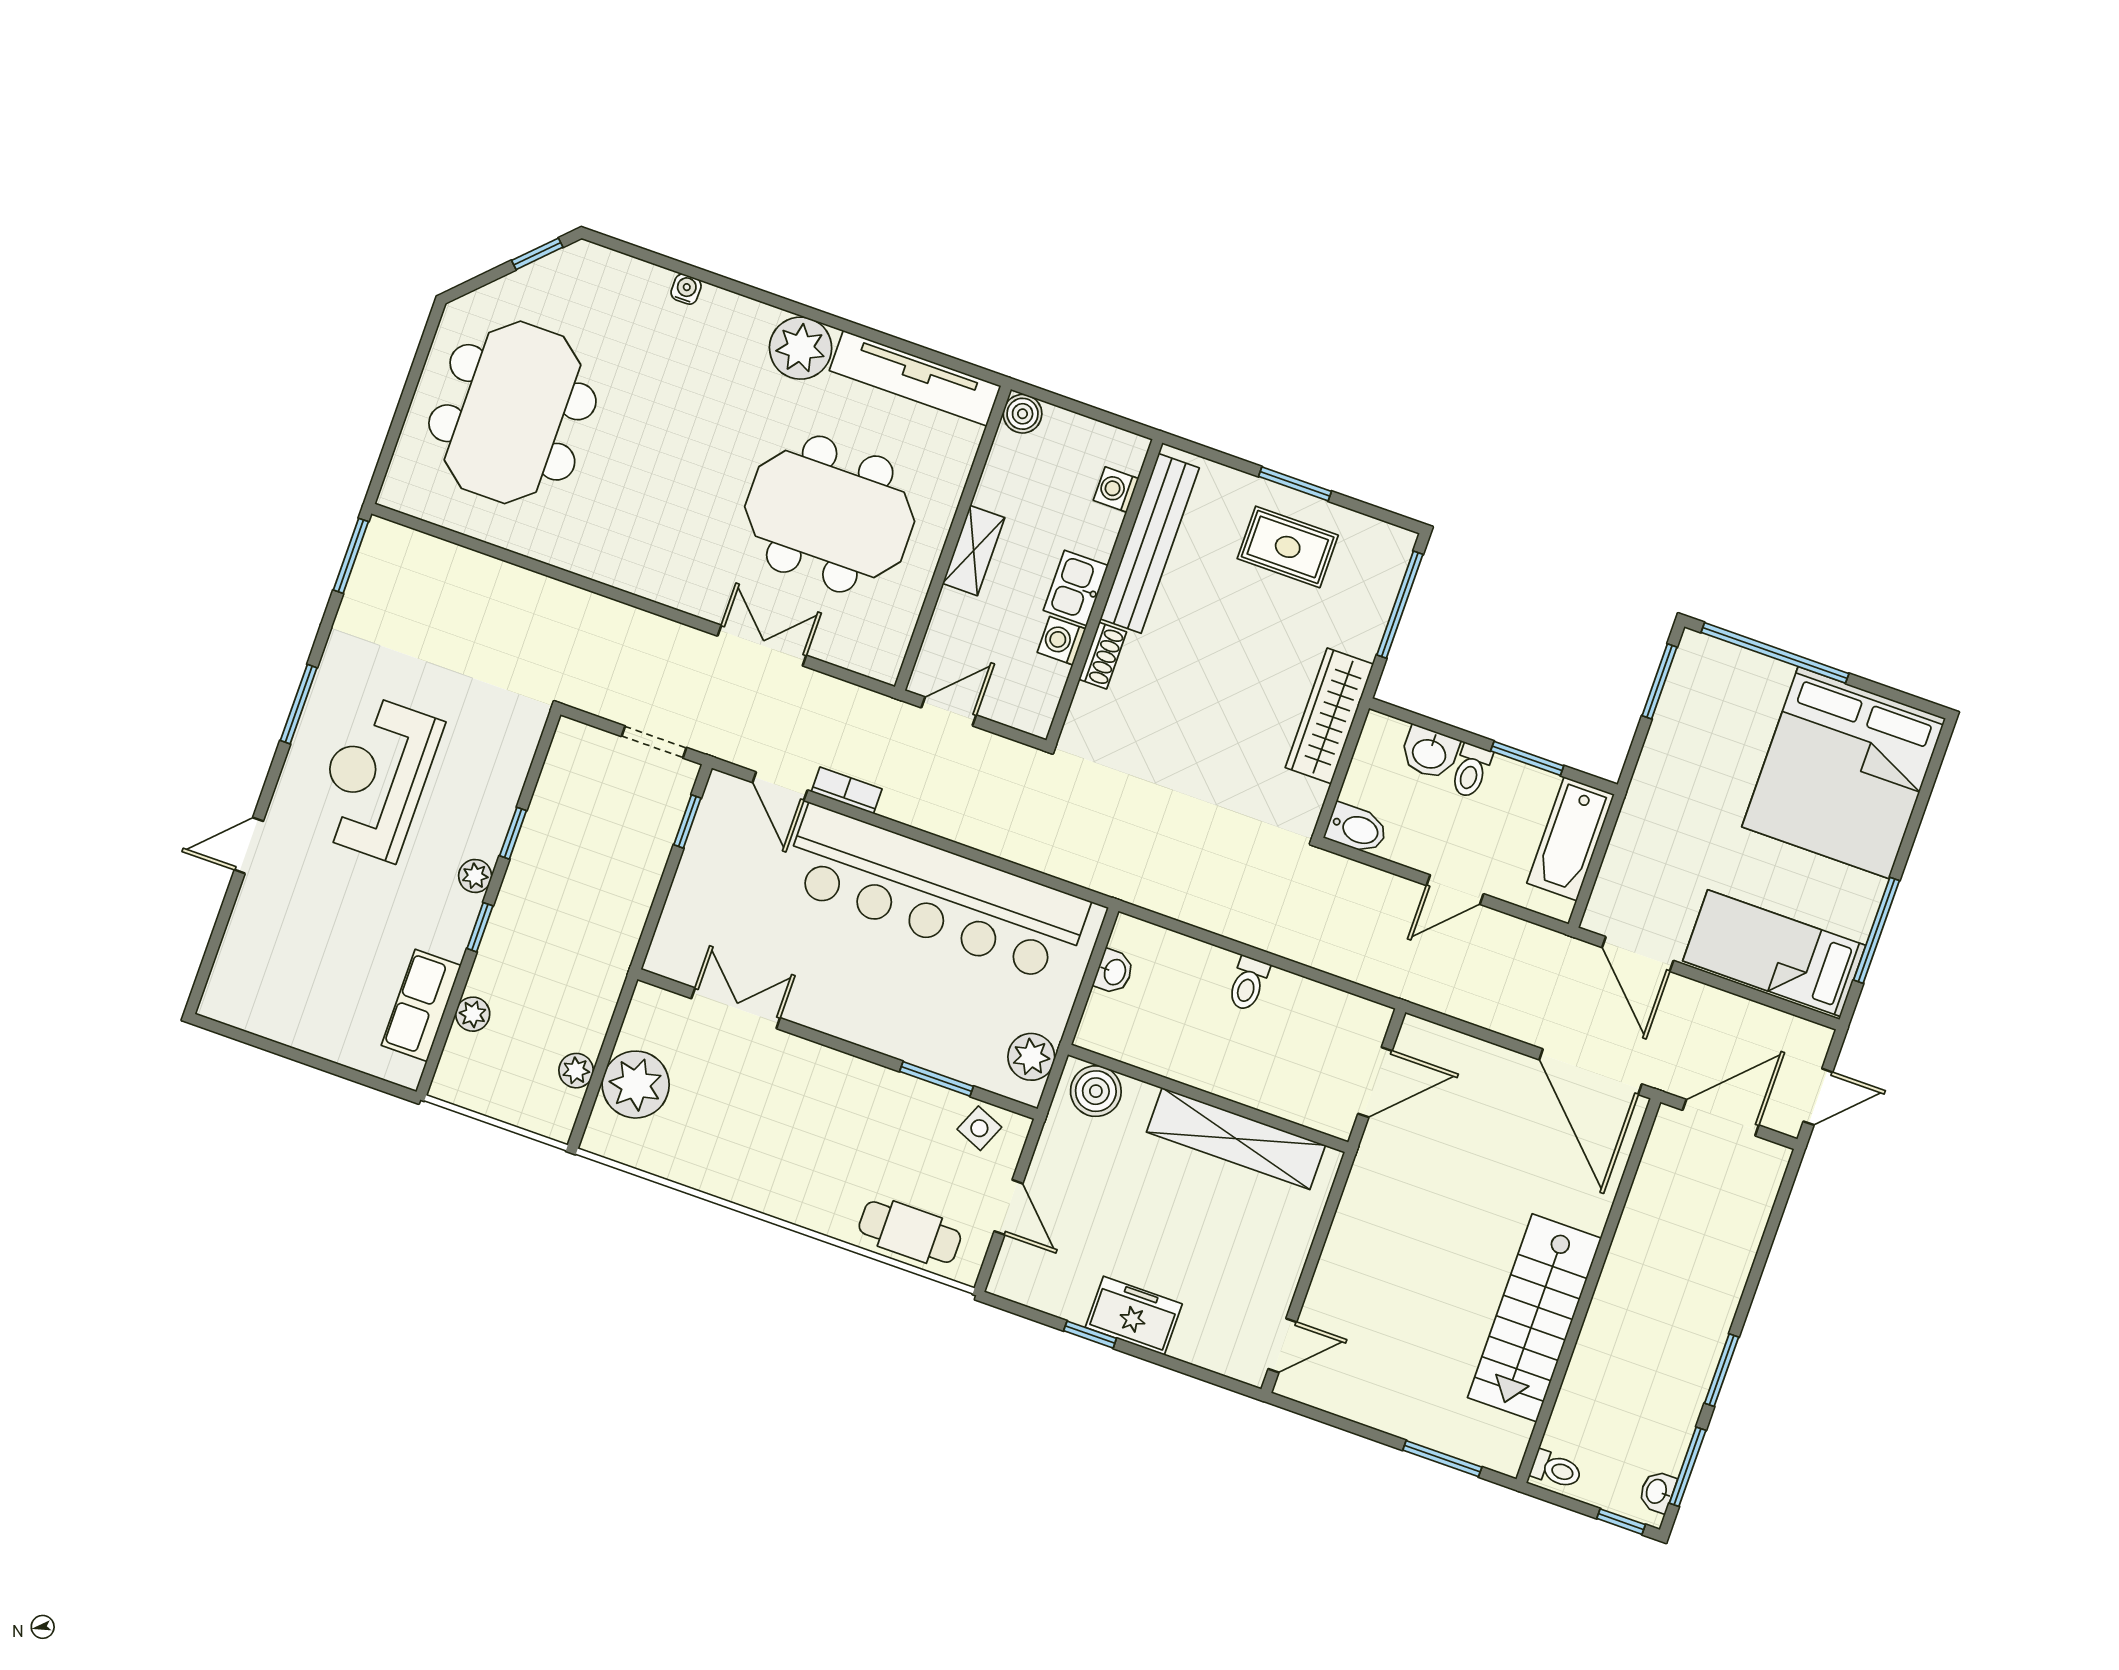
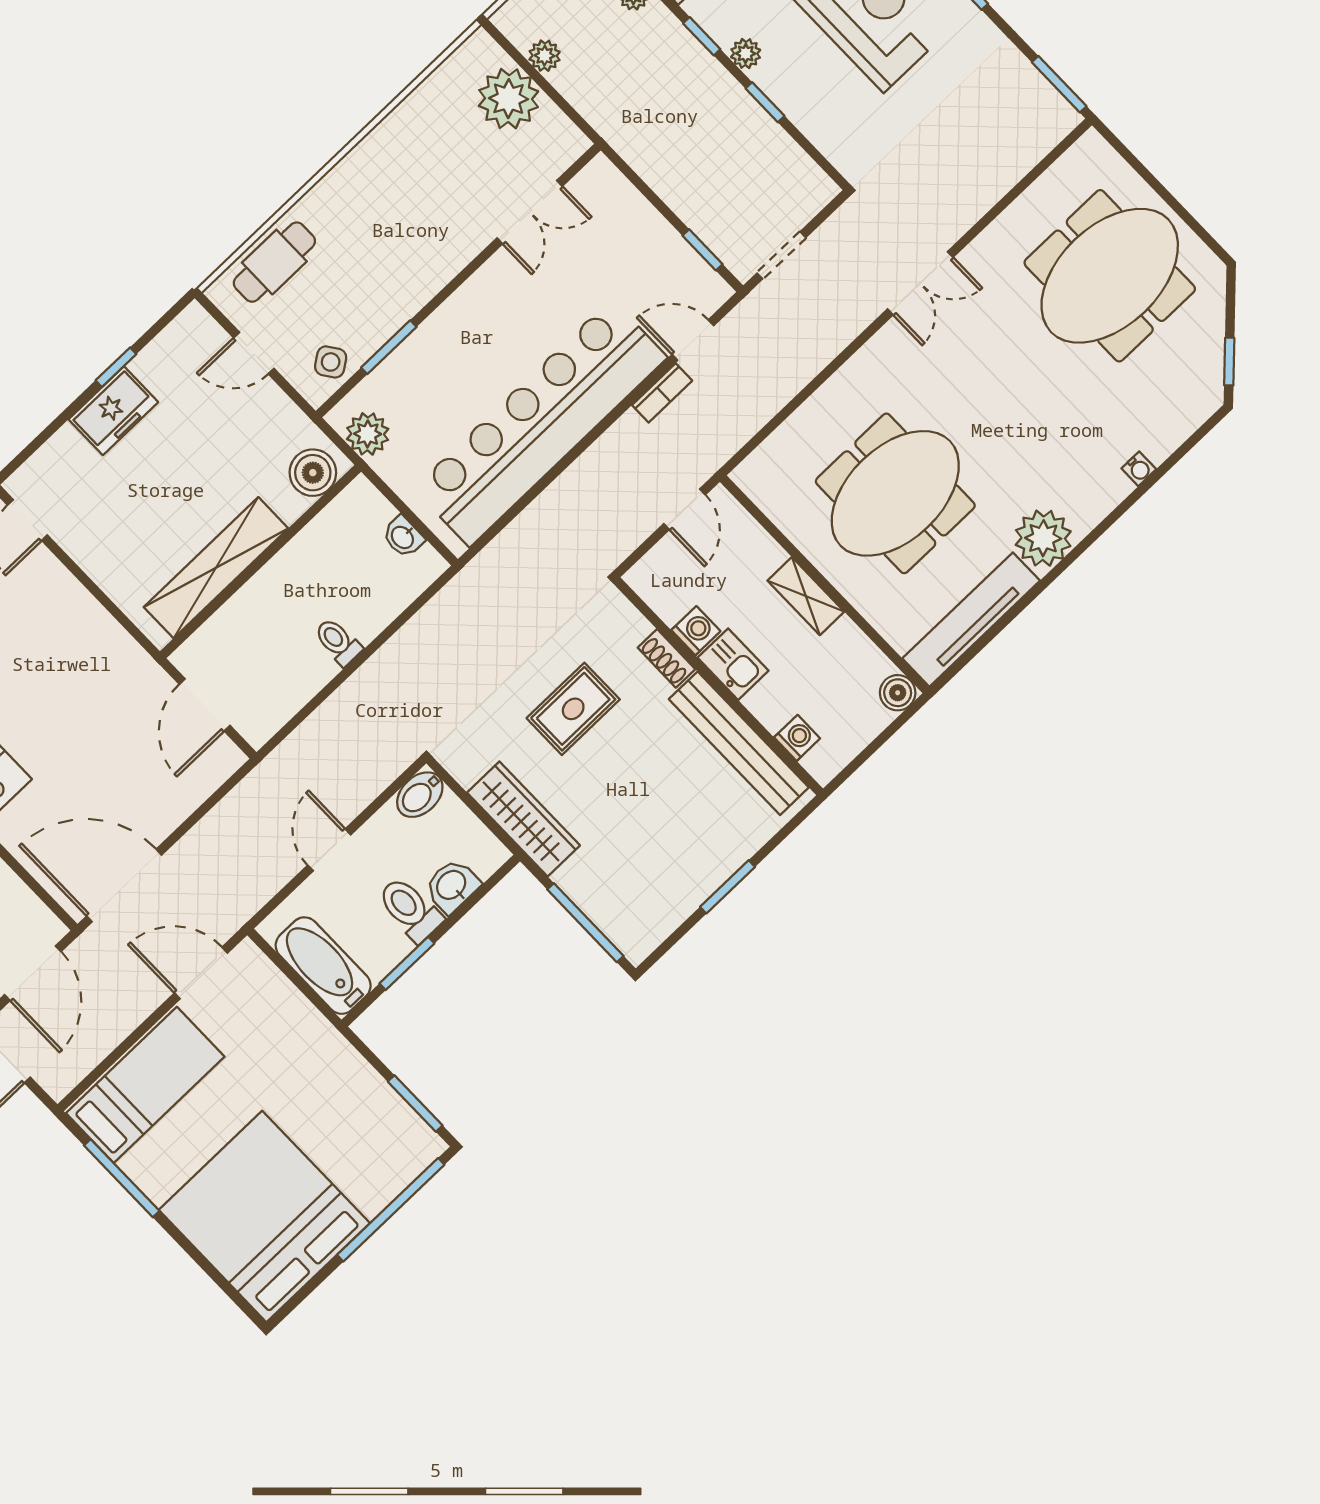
meeting table: (512, 412) -> (1110, 276), turned 90
rug: (1288, 547) -> (573, 709), moved
double door: (762, 646) -> (920, 283), moved
toilet: (1471, 771) -> (410, 909), width x1.37, depth x1.39
side table: (979, 1128) -> (331, 362), turned 32

